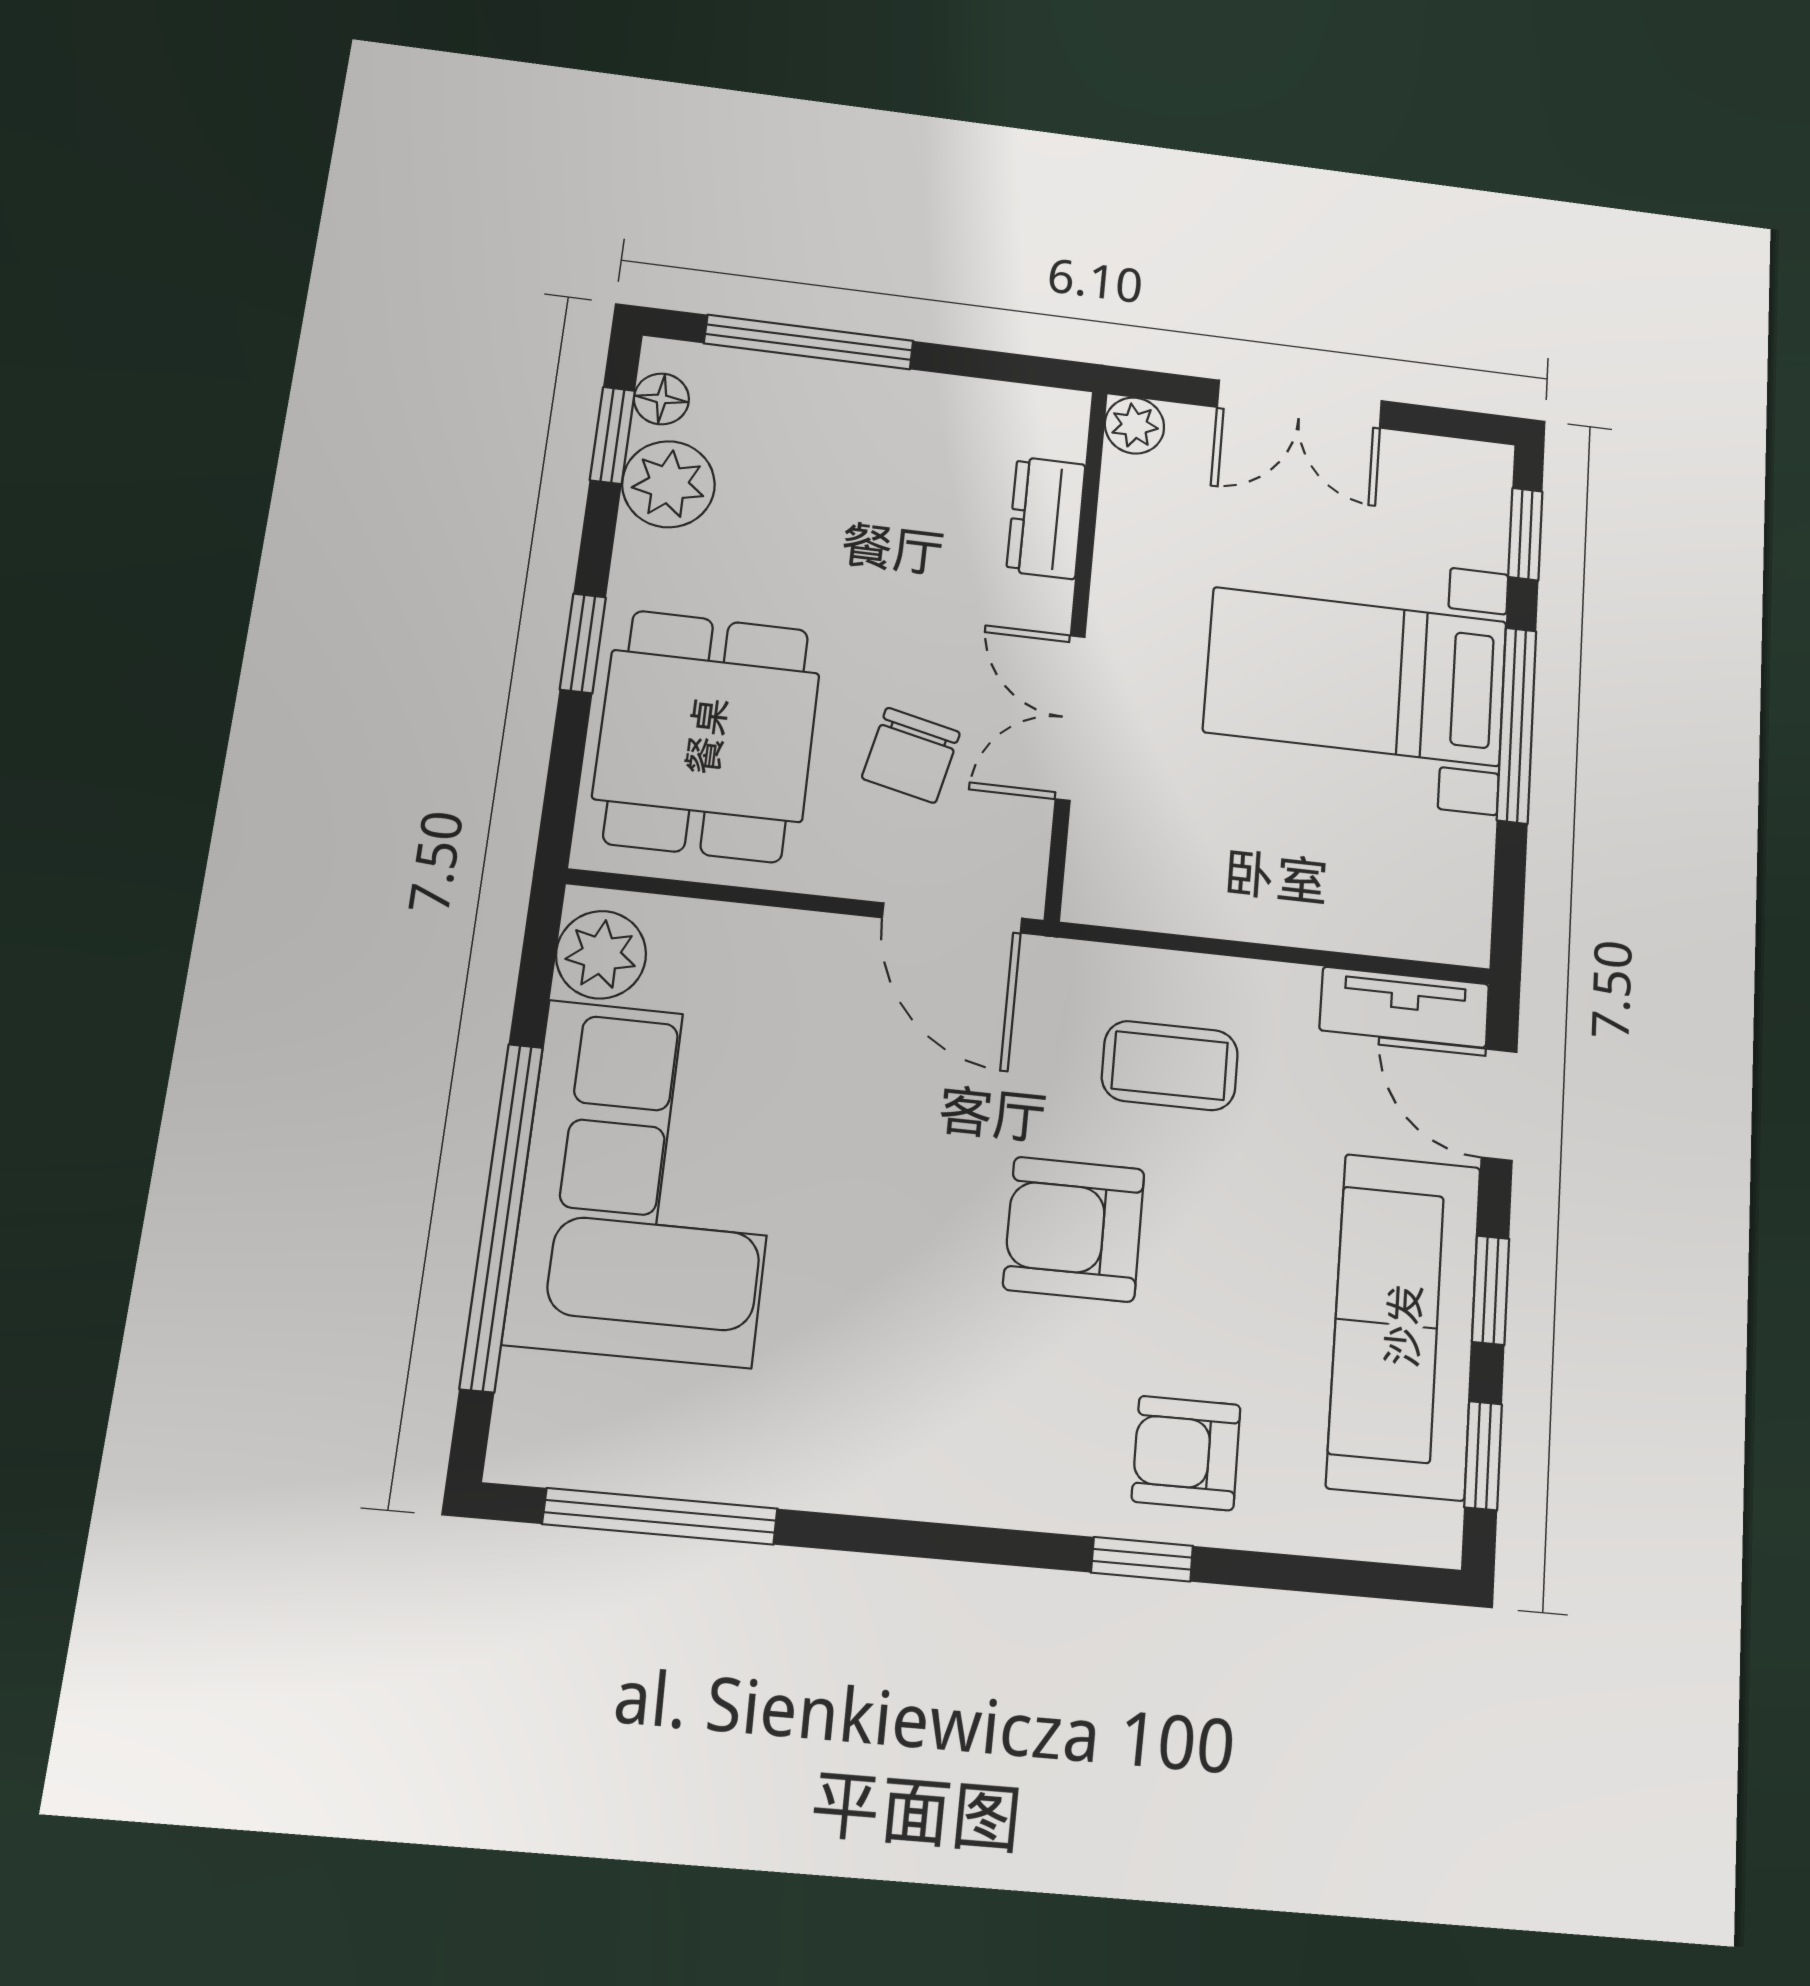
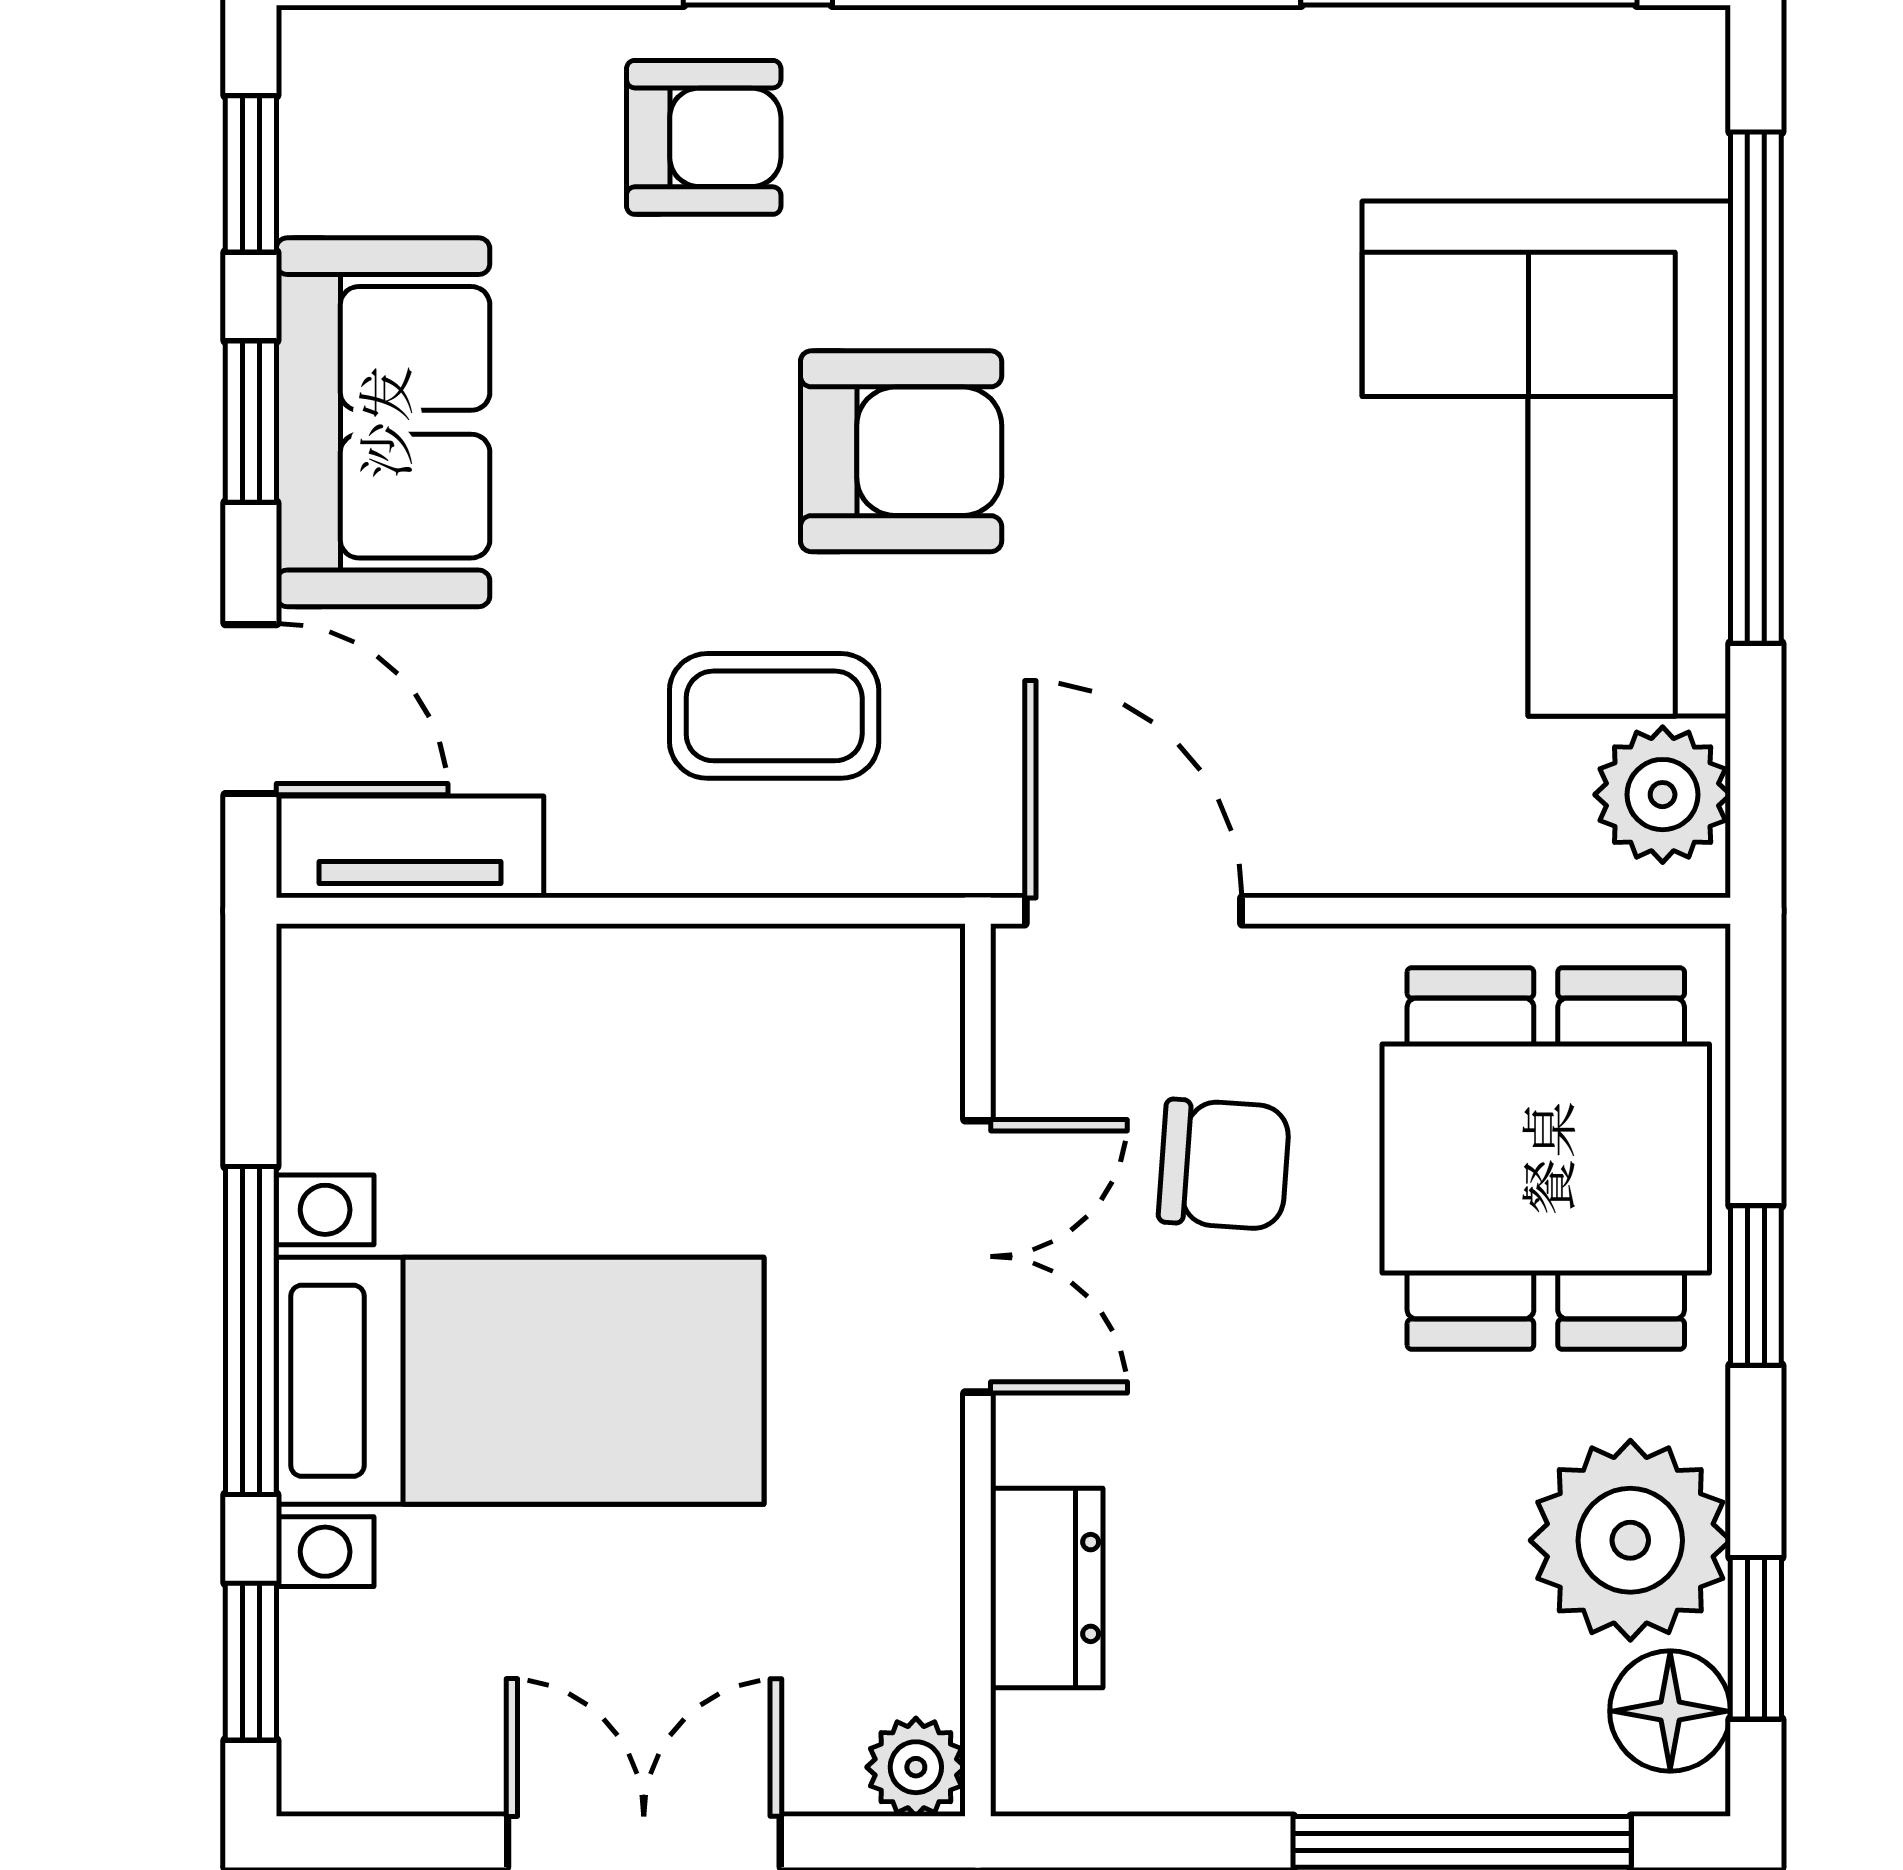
floor lamp: (661, 399) -> (1670, 1711), width x1.37, depth x1.37
plant: (668, 484) -> (1630, 1540), width x1.36, depth x1.36
chair: (911, 755) -> (1224, 1164), turned 81
sofa: (1404, 1325) -> (383, 422), width x0.73

